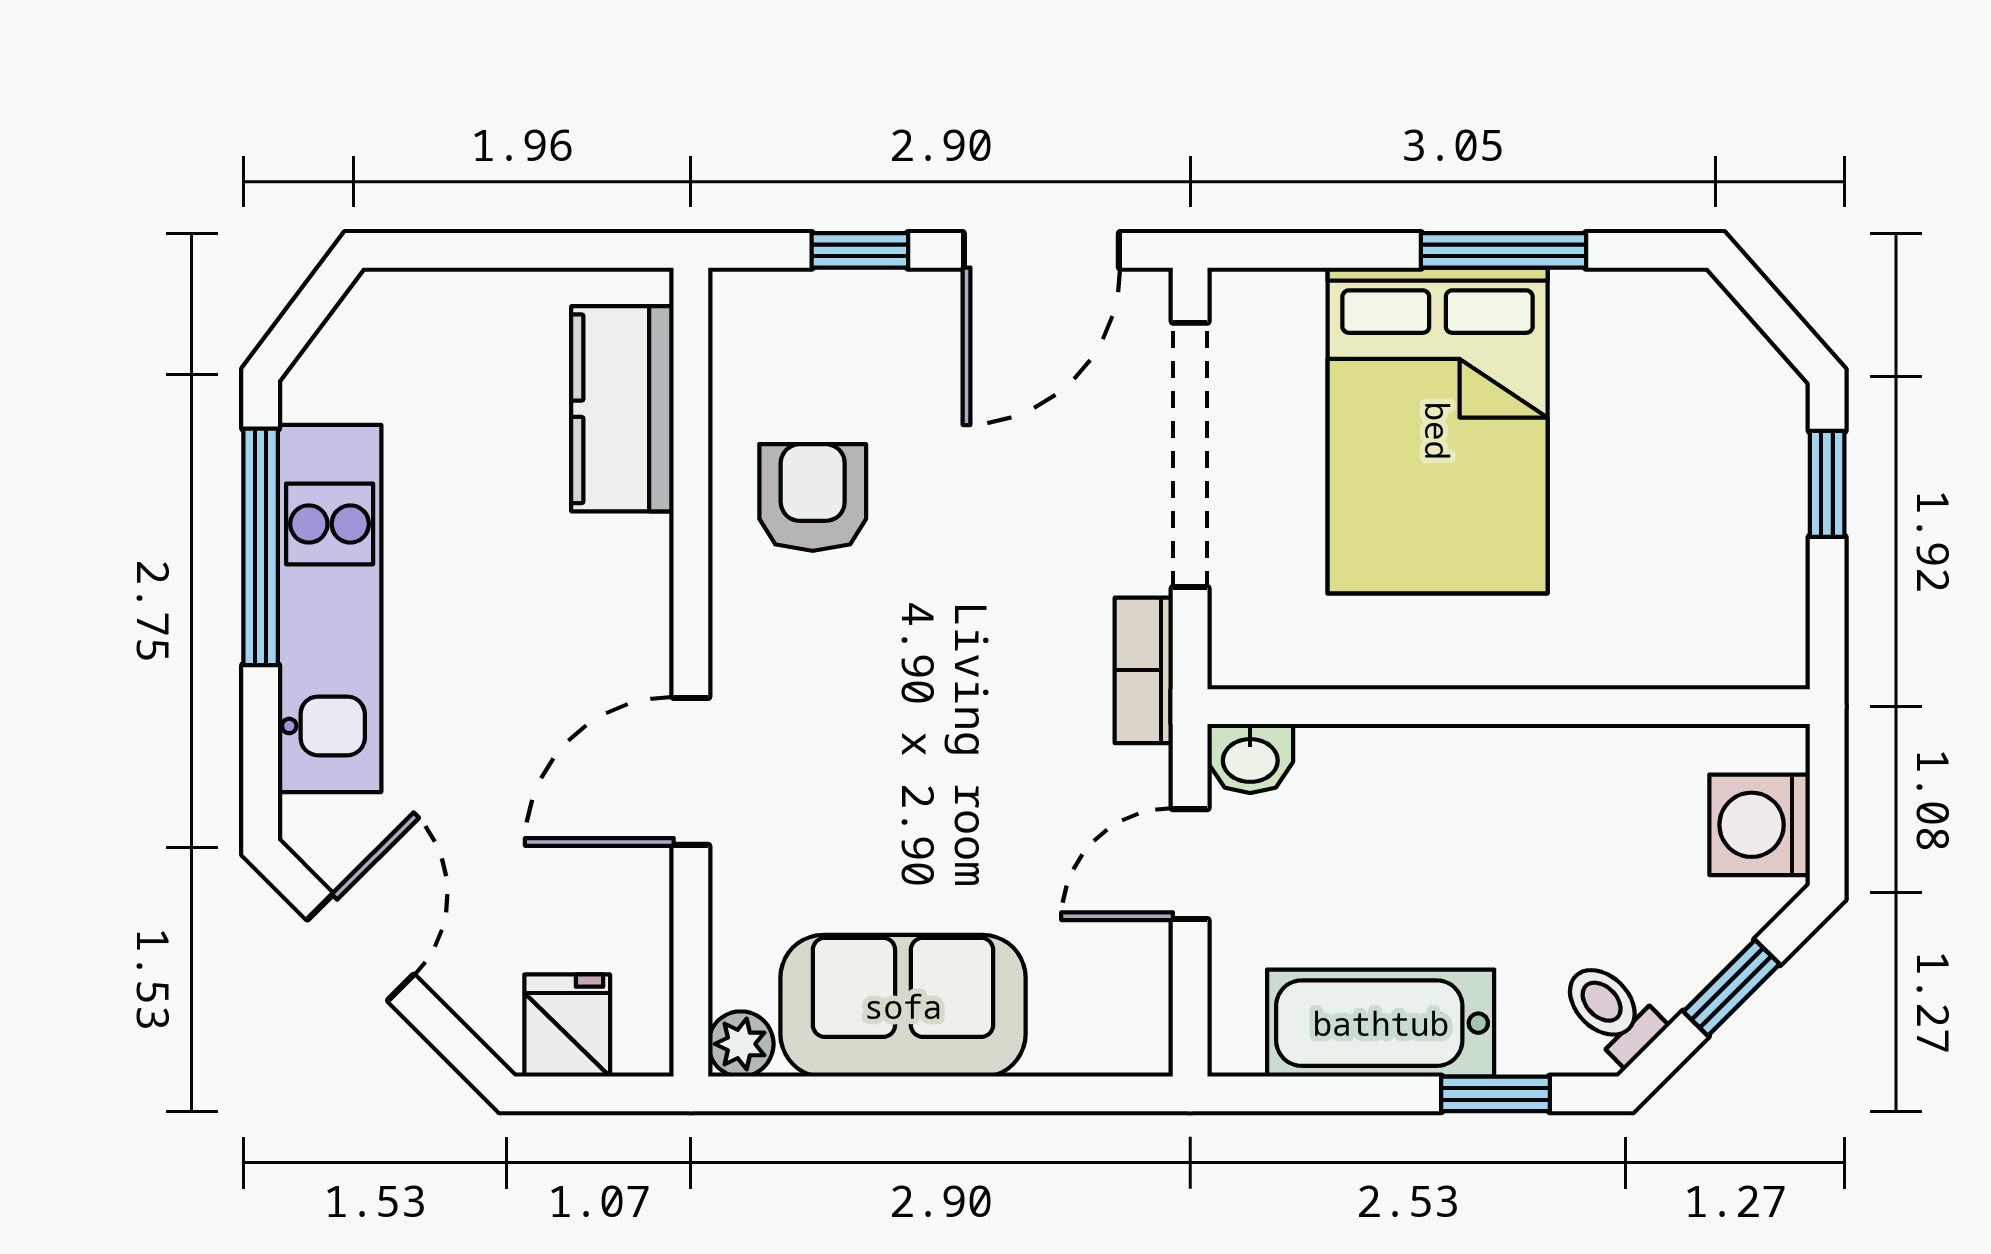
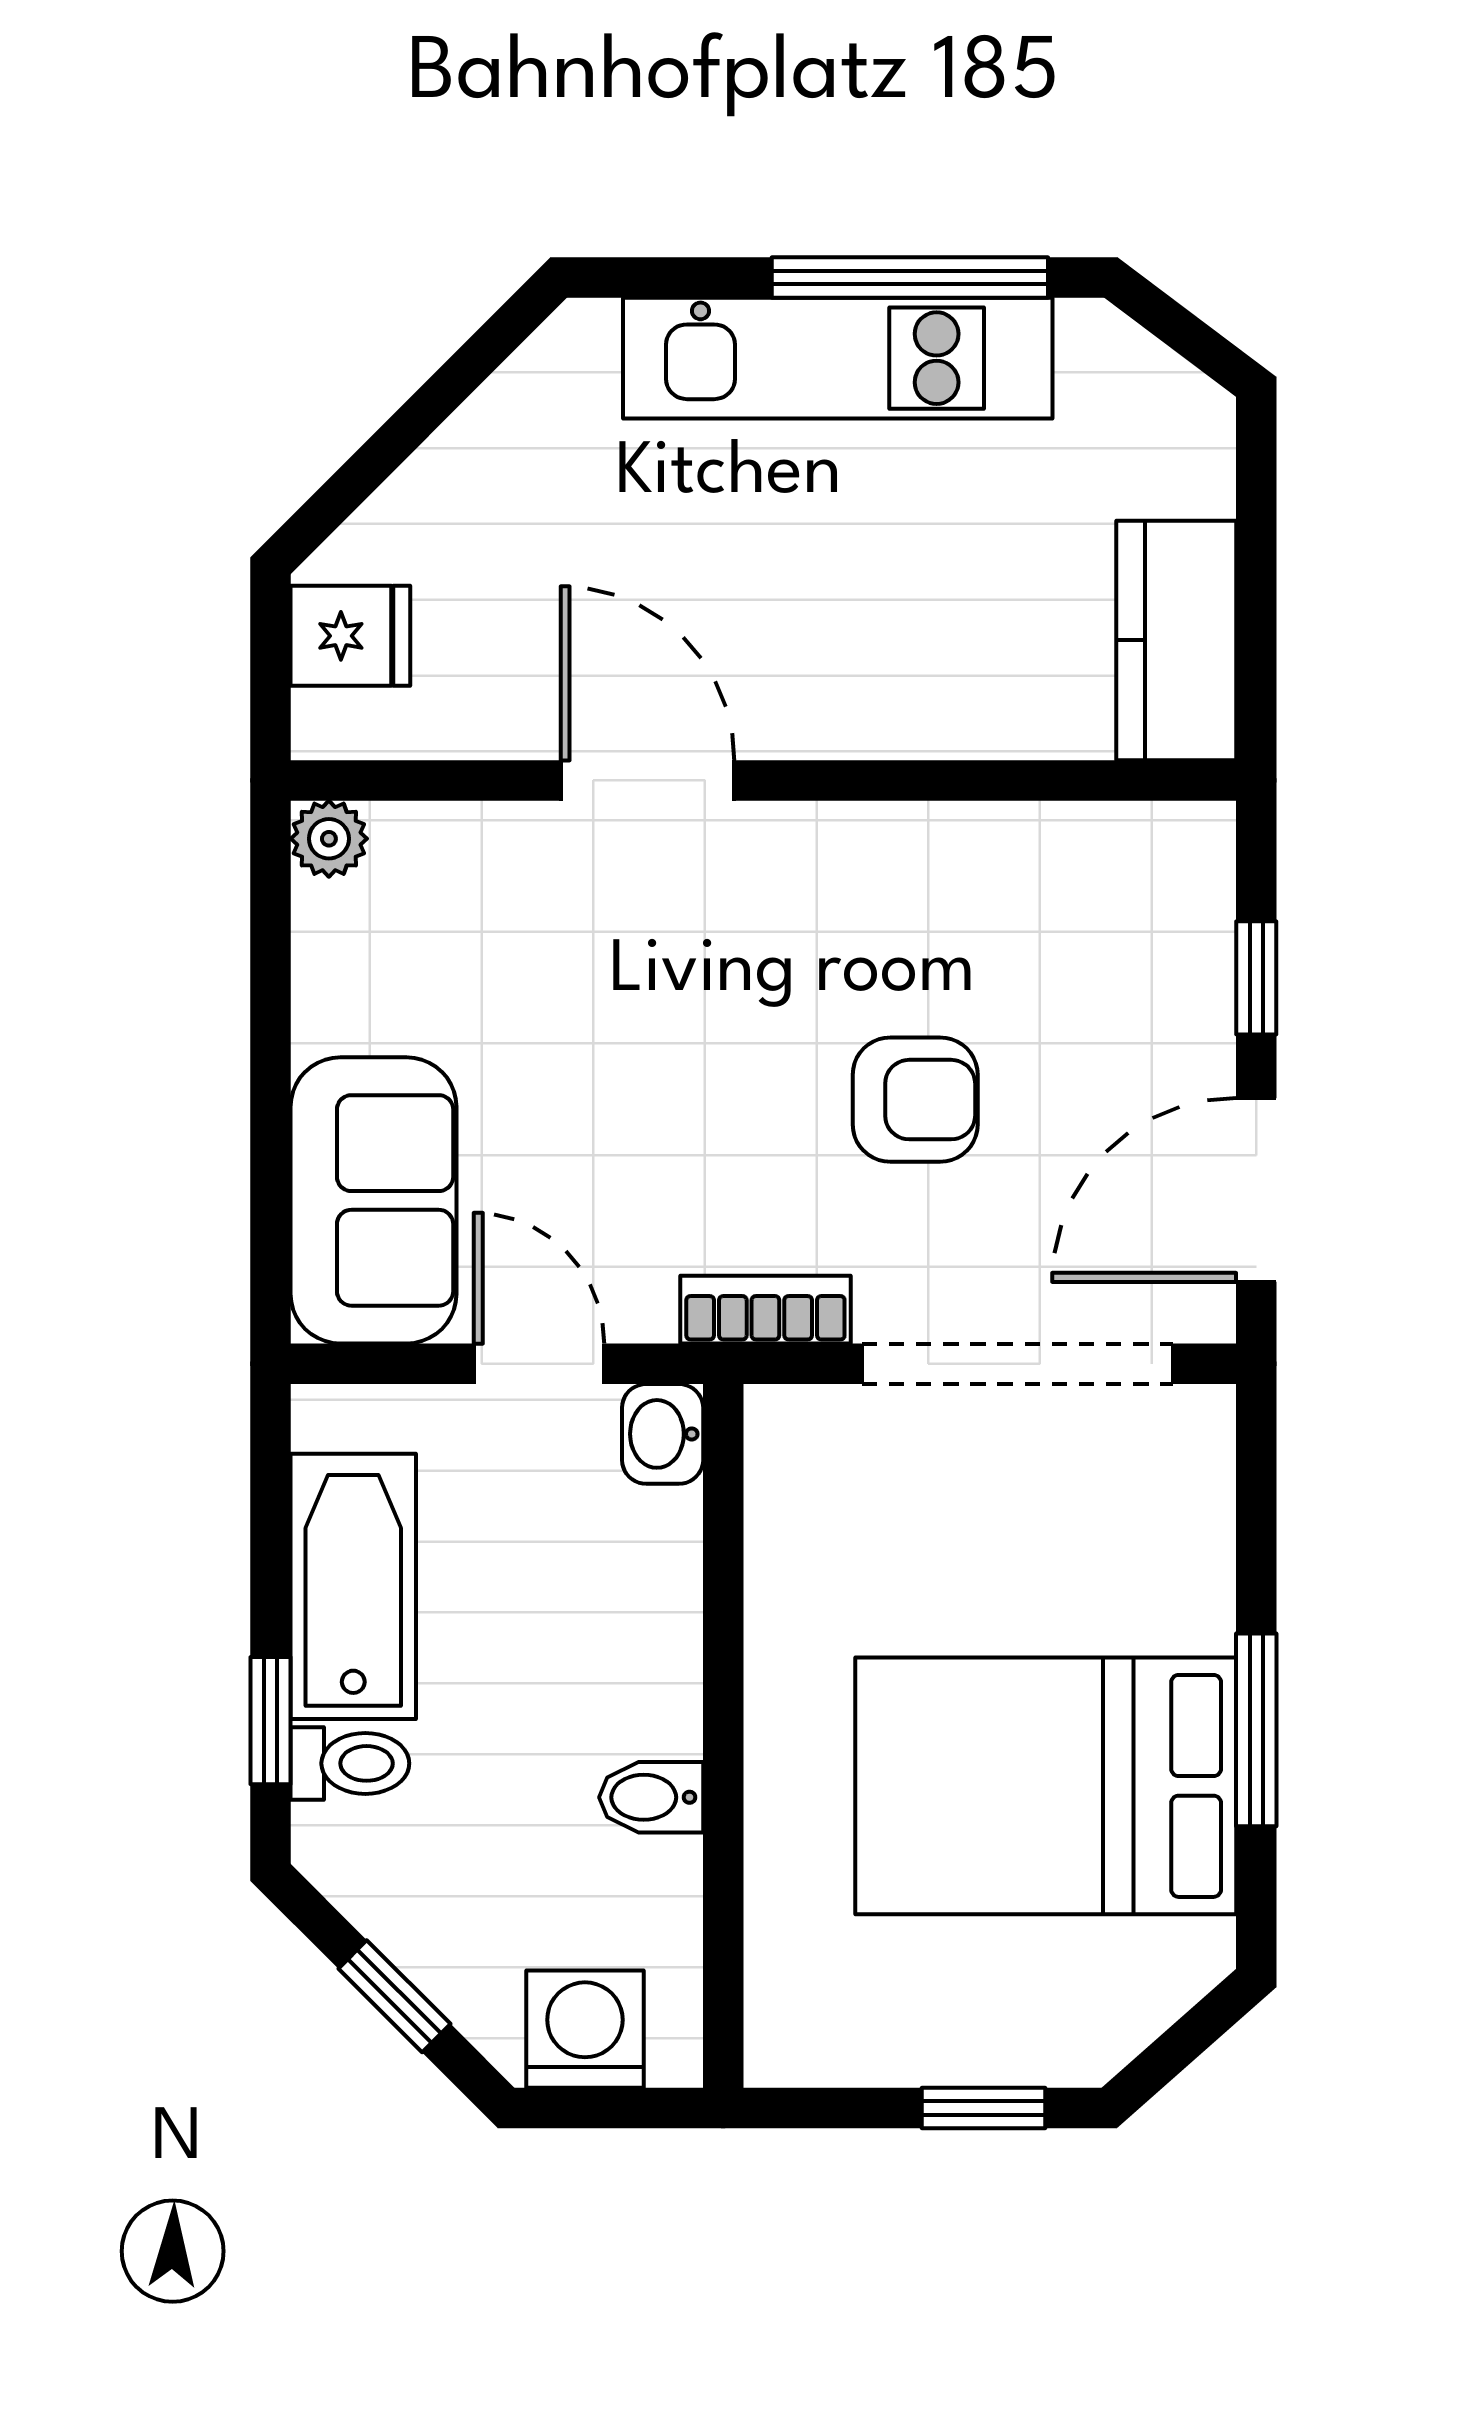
door: (1041, 250) -> (1256, 1190), hinge flipped
kitchen counter: (622, 409) -> (1176, 640), moved, turned -90
bed: (1438, 431) -> (1046, 1786), moved
armchair: (813, 497) -> (915, 1100), moved
bidet: (1561, 768) -> (651, 1797), added
door: (360, 947) -> (442, 394), removed
sofa: (903, 1006) -> (374, 1200), moved
toilet: (1612, 1012) -> (350, 1763), moved, turned 45

